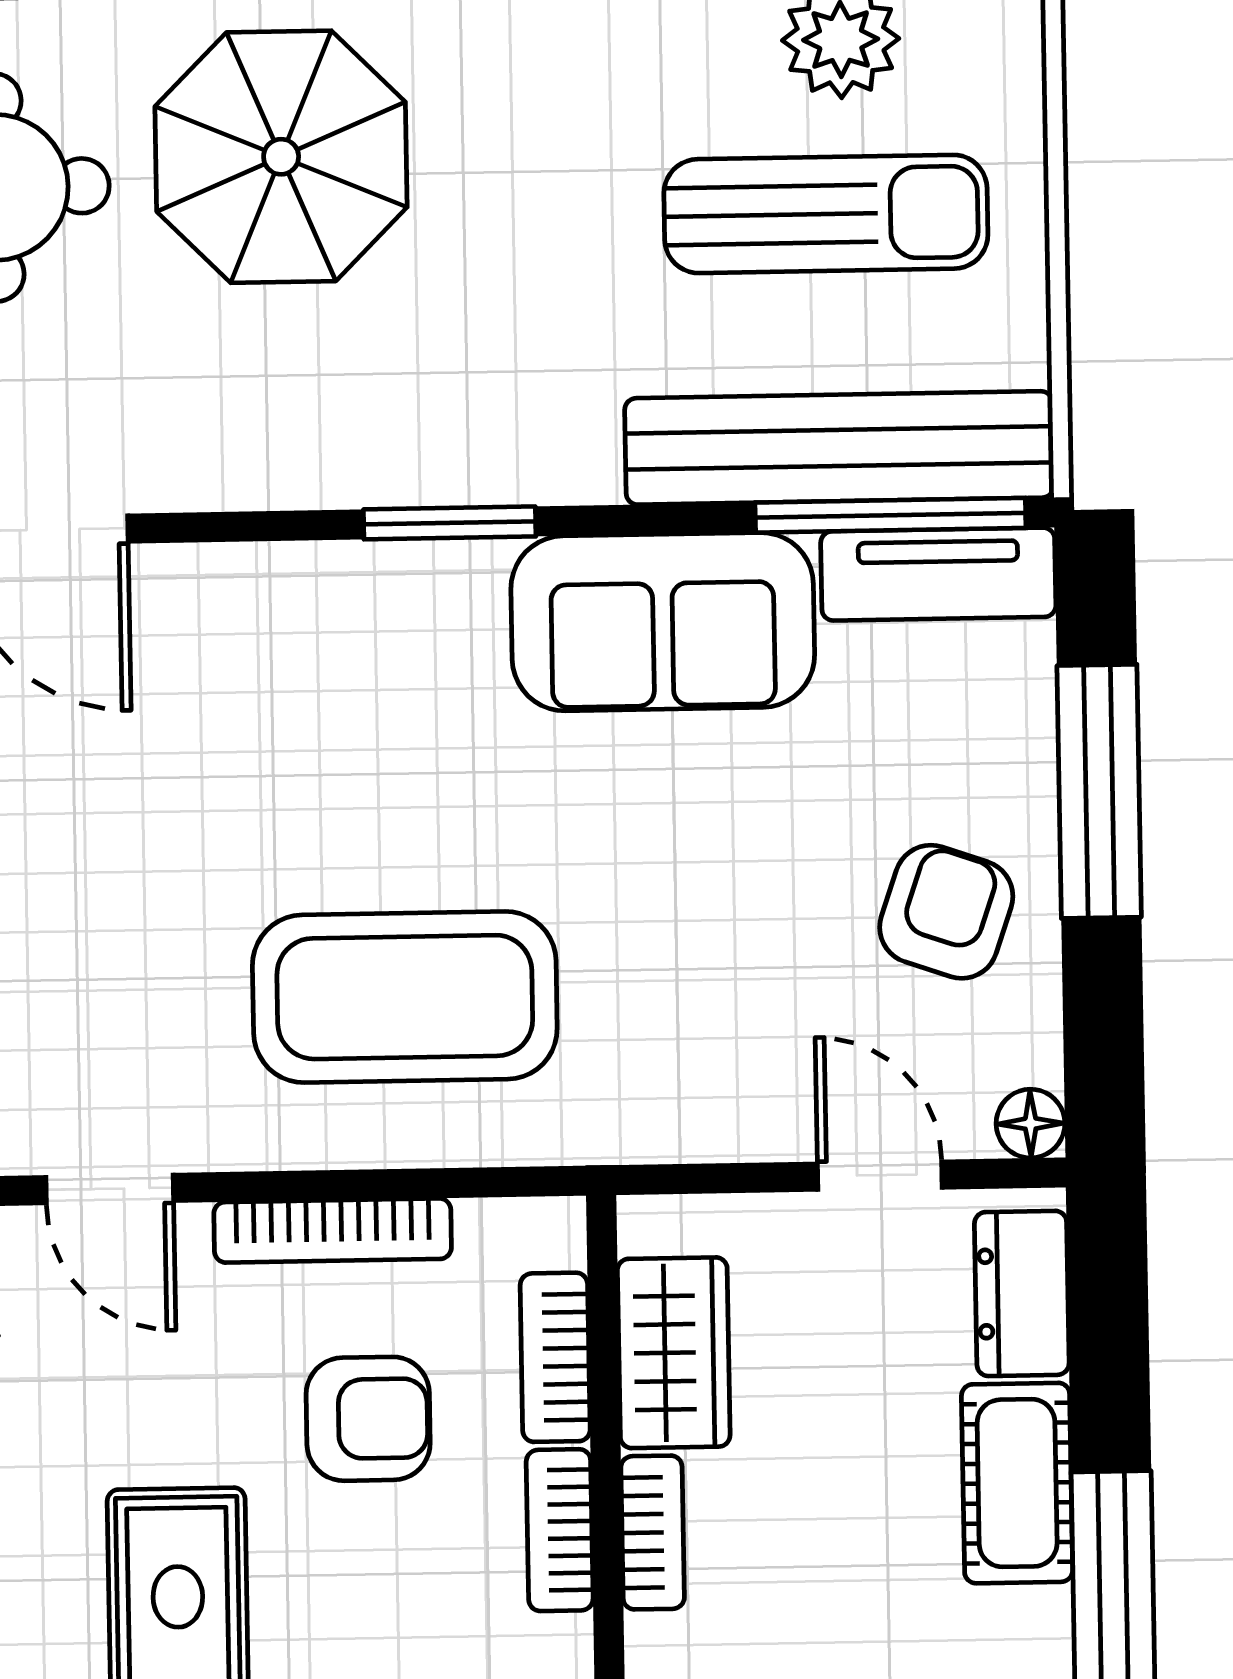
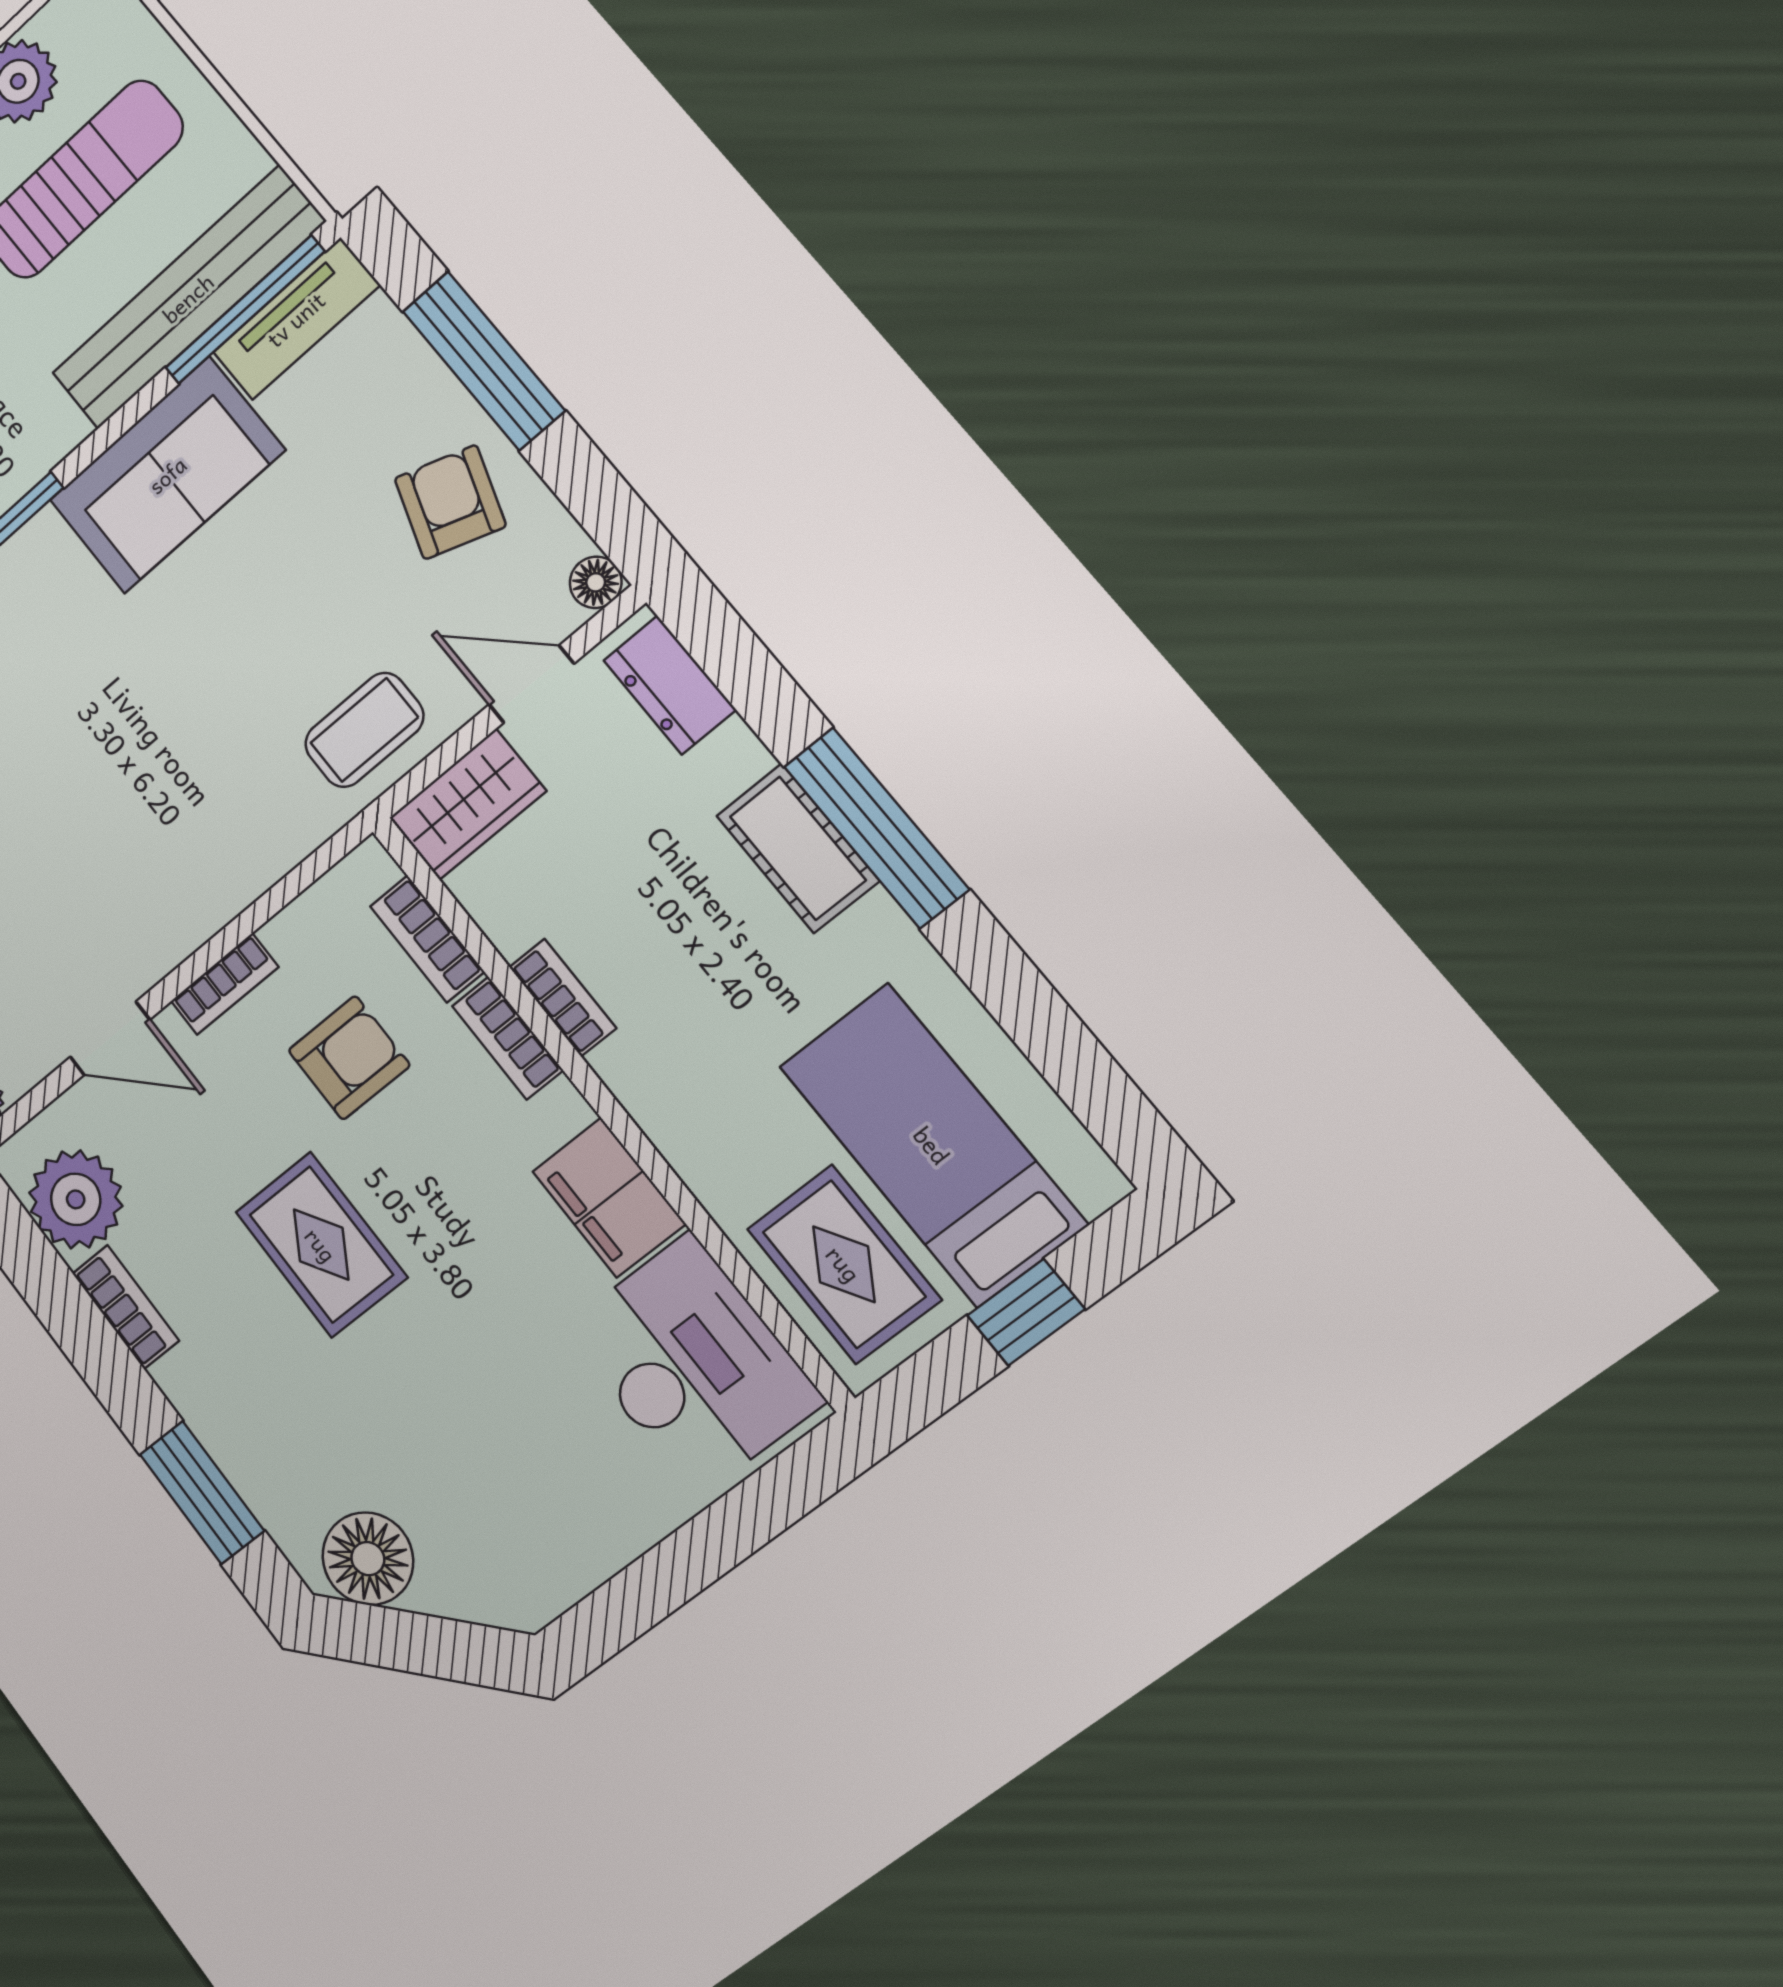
coffee table: (405, 997) -> (364, 730), moved, width x0.54, depth x0.58
bookcase: (333, 1230) -> (225, 984), width x0.64
wardrobe: (674, 1353) -> (468, 804), moved, turned 90
cot: (1017, 1483) -> (798, 848), moved

